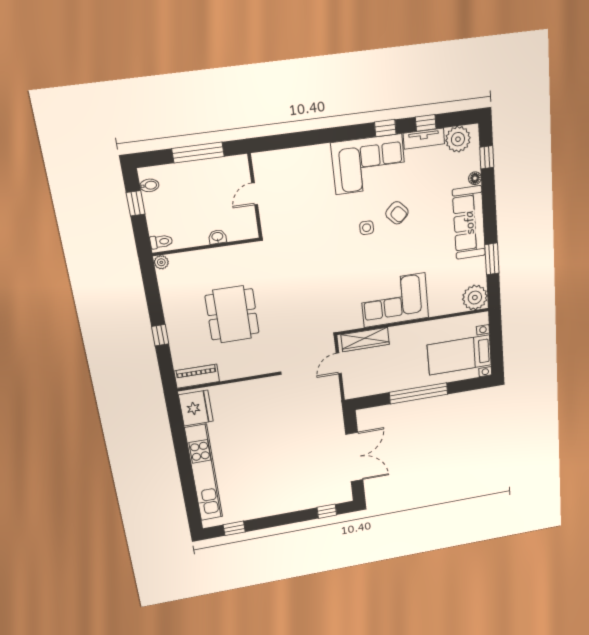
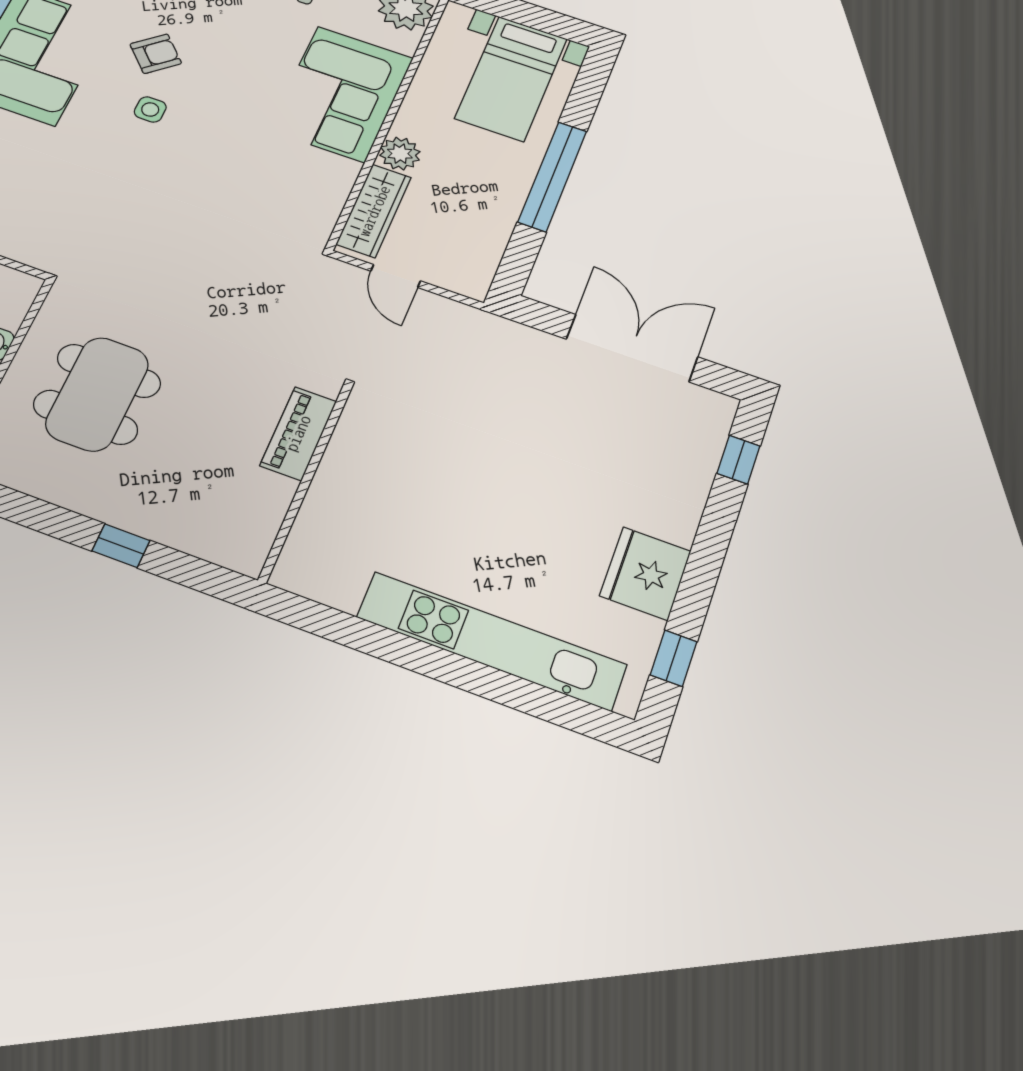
corner sofa: (395, 300) -> (341, 94), moved
dining table: (232, 314) -> (97, 394), moved, turned 90
plant: (399, 334) -> (400, 154), added
piano: (197, 376) -> (298, 433), moved
fridge: (196, 408) -> (645, 573), moved, turned -90

